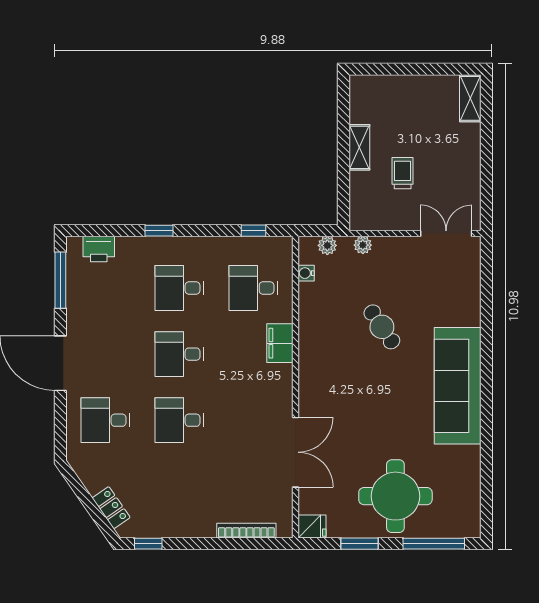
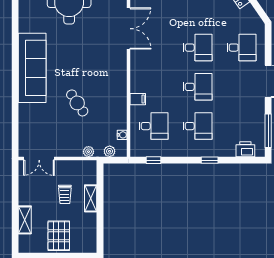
shelving: (470, 98) -> (25, 220), moved
pallet: (413, 103) -> (59, 236), added
shelving: (359, 147) -> (91, 198), moved
filing cabinet: (280, 343) -> (138, 99), width x0.50
double door: (295, 452) -> (129, 29), swing flipped

